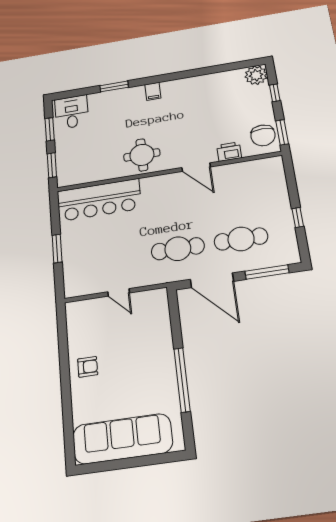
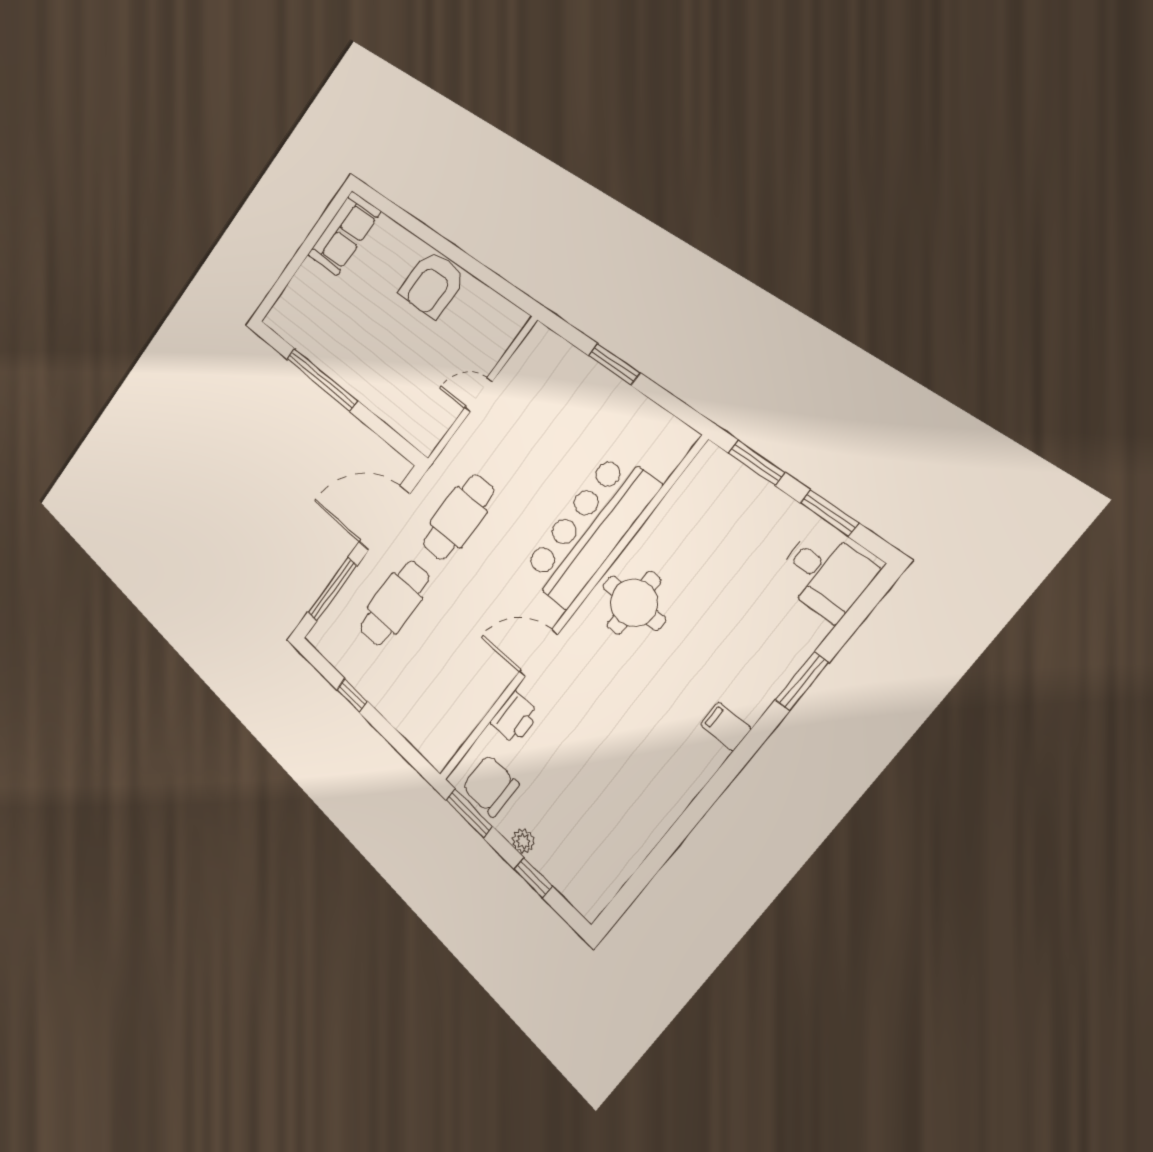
plant: (256, 75) -> (523, 841), moved, width x0.53, depth x0.53
bar counter: (99, 200) -> (590, 529), moved
armchair: (88, 367) -> (432, 284), width x1.88, depth x1.88
sofa: (122, 439) -> (344, 233), width x0.54, depth x0.79

